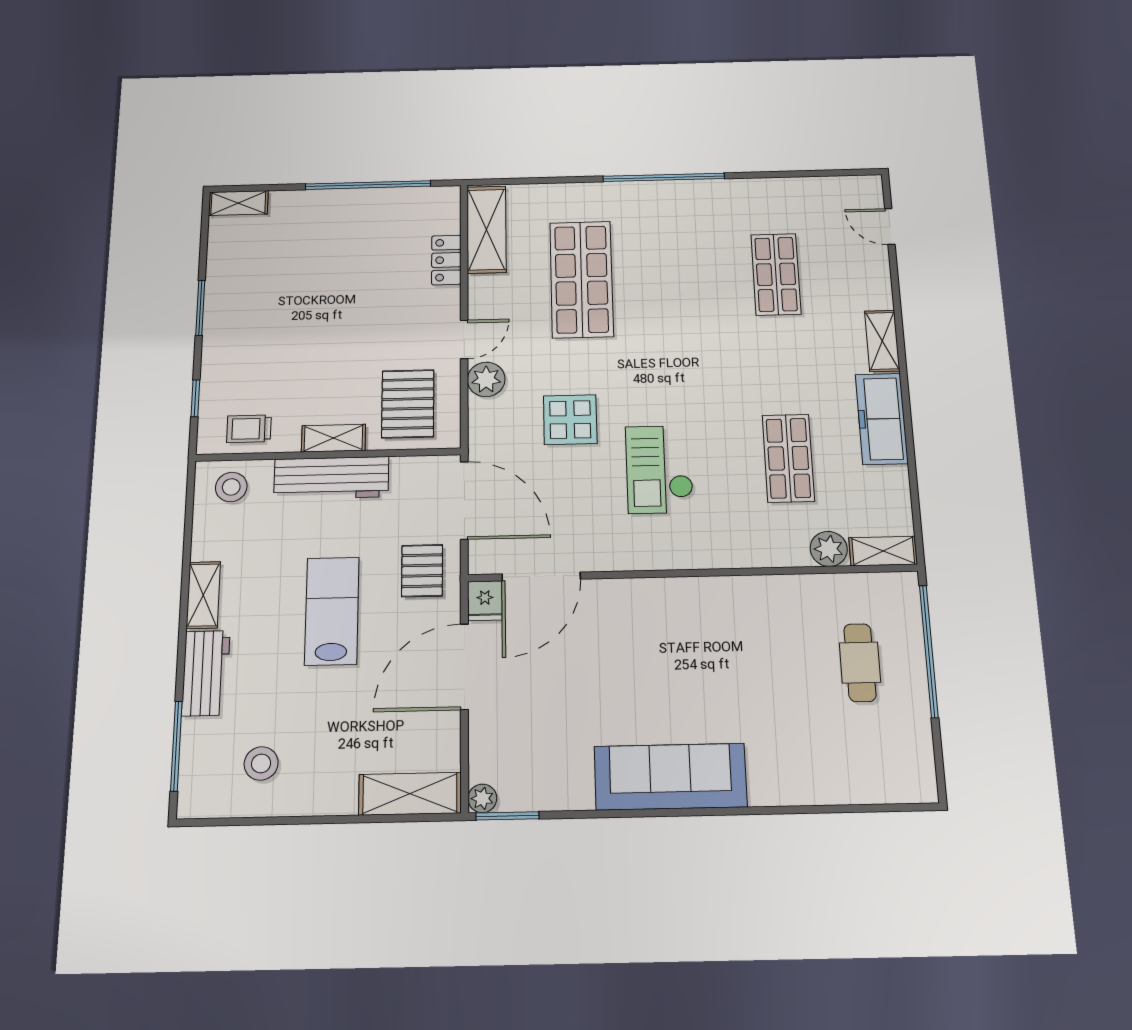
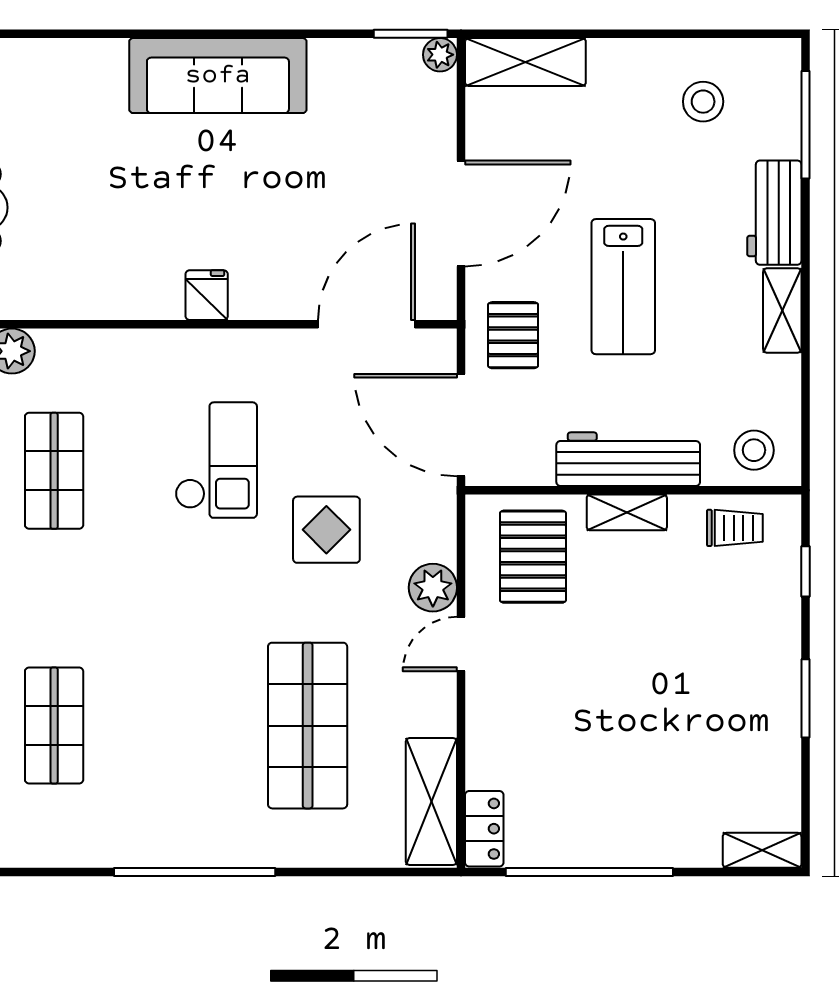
locker: (446, 260) -> (484, 829), moved
fridge: (485, 601) -> (207, 295), moved

